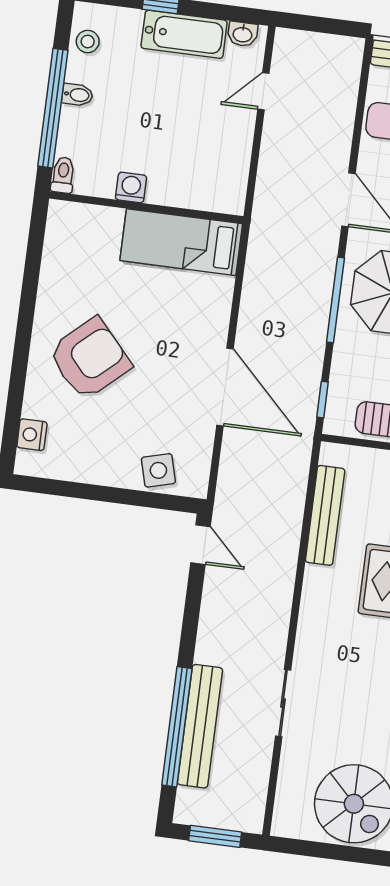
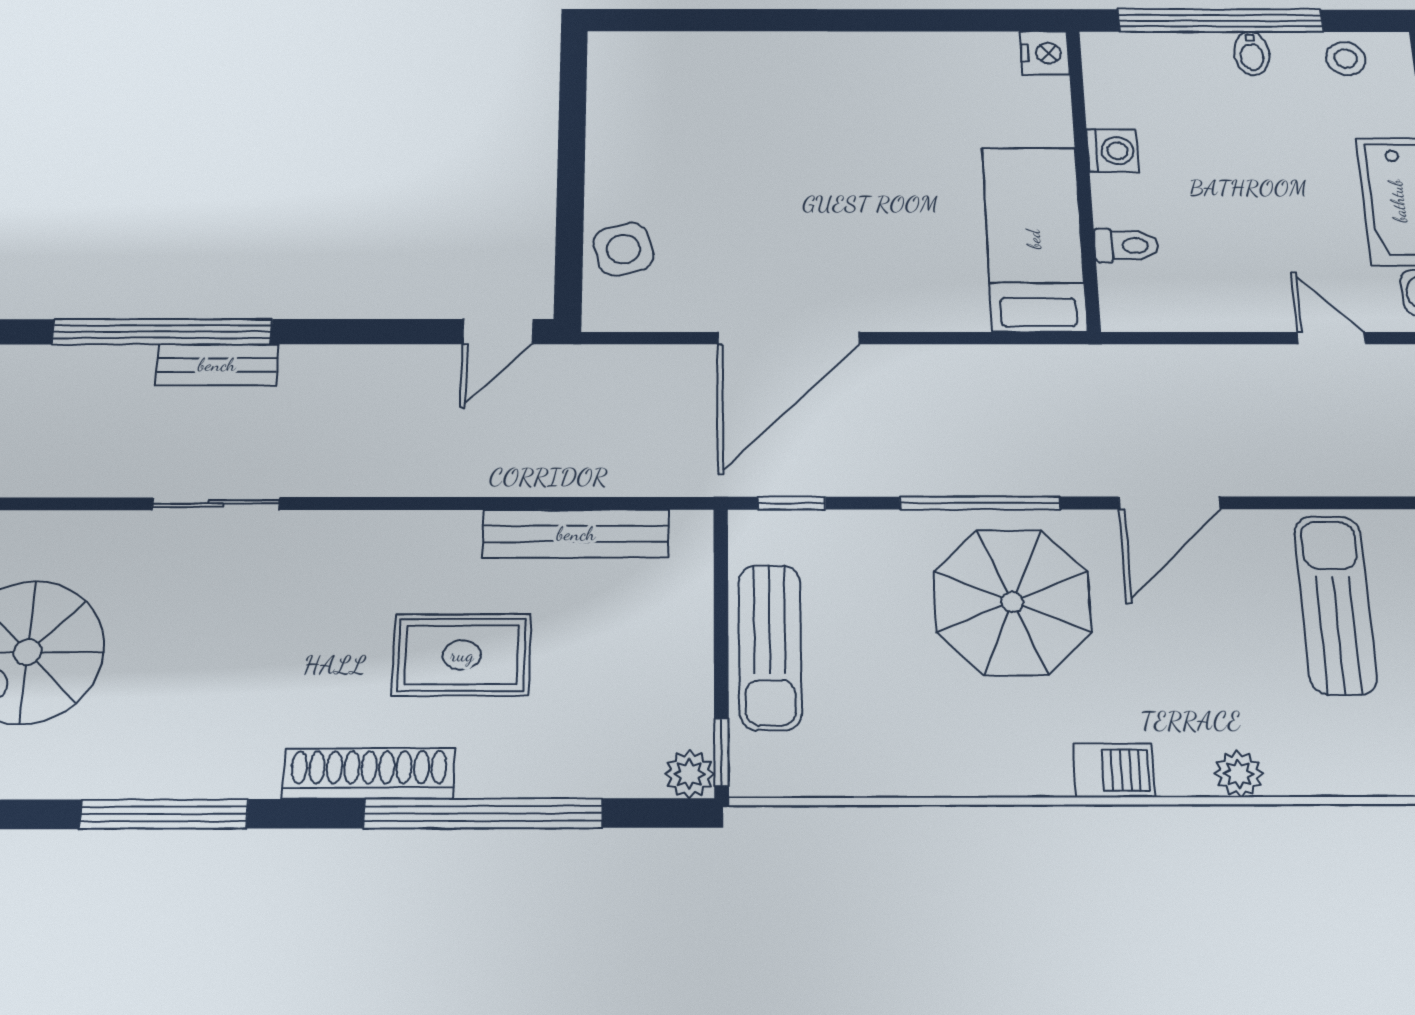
toilet: (63, 175) -> (1126, 245), moved
armchair: (90, 359) -> (804, 122), removed
nightstand: (32, 435) -> (1045, 53), moved, turned 90
bench: (200, 726) -> (217, 365), width x0.54, depth x0.82

